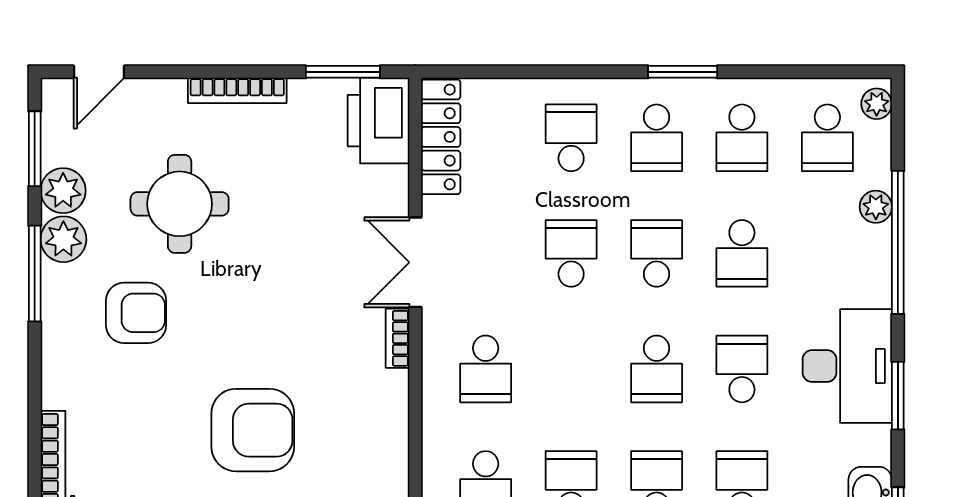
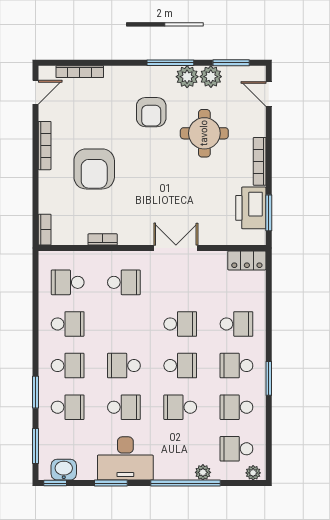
printer: (379, 121) -> (251, 208), moved, turned -90
locker: (441, 137) -> (247, 260), width x0.66
bookcase: (398, 338) -> (103, 239), moved
school desk: (486, 369) -> (124, 282), turned 180

